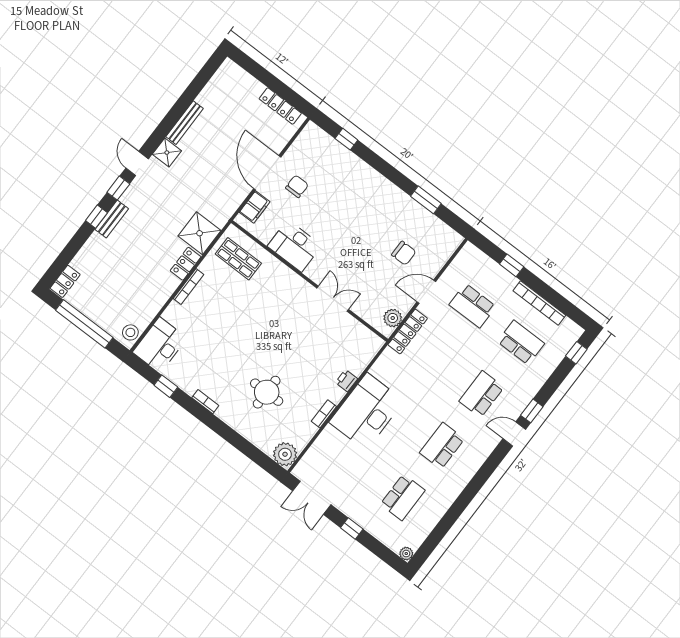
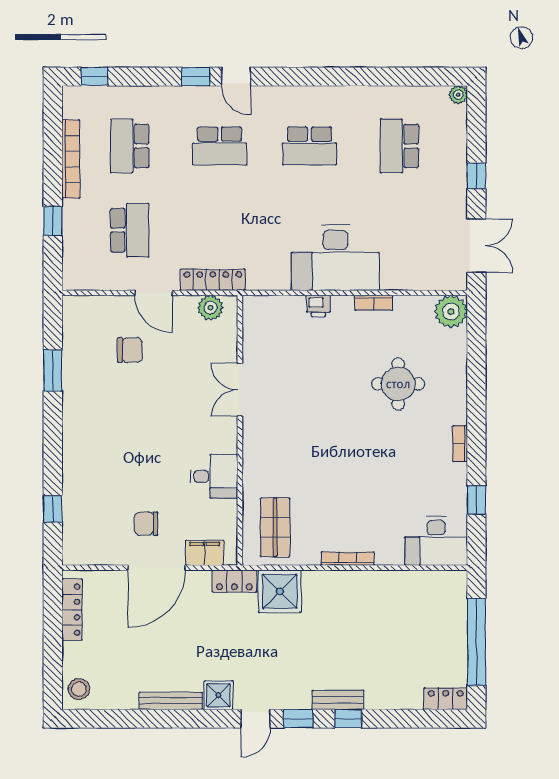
desk: (294, 246) -> (214, 476), width x0.73
chair: (404, 253) -> (130, 350), turned 90
locker: (186, 264) -> (234, 581), moved
stool: (130, 332) -> (79, 689), moved
school desk: (403, 497) -> (399, 146), turned -90

